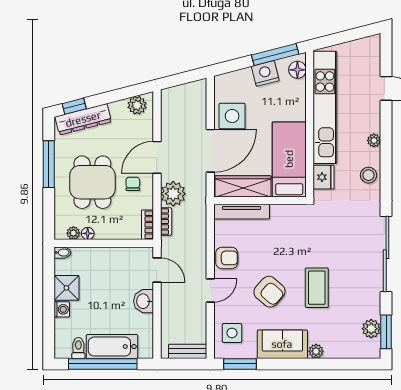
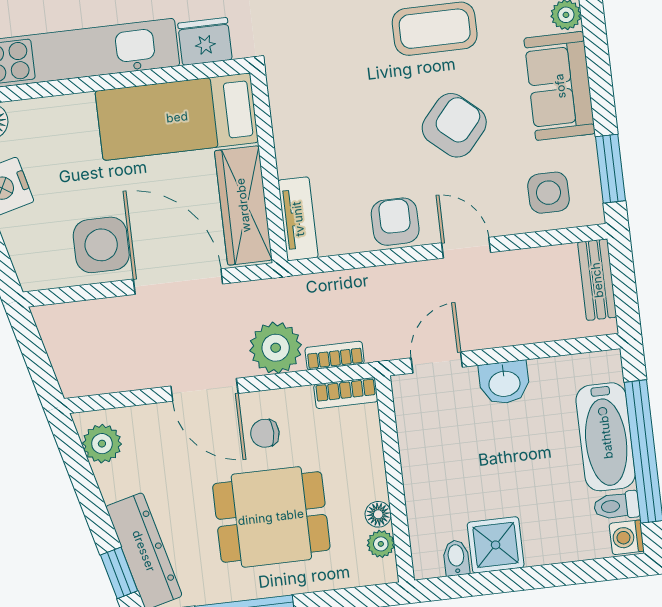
tv unit: (242, 212) -> (298, 219), width x0.71
bidet: (62, 253) -> (456, 558), moved
washing machine: (62, 309) -> (627, 537), moved, turned -90

